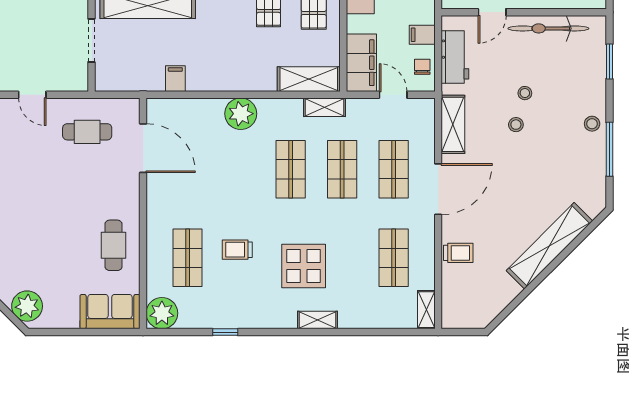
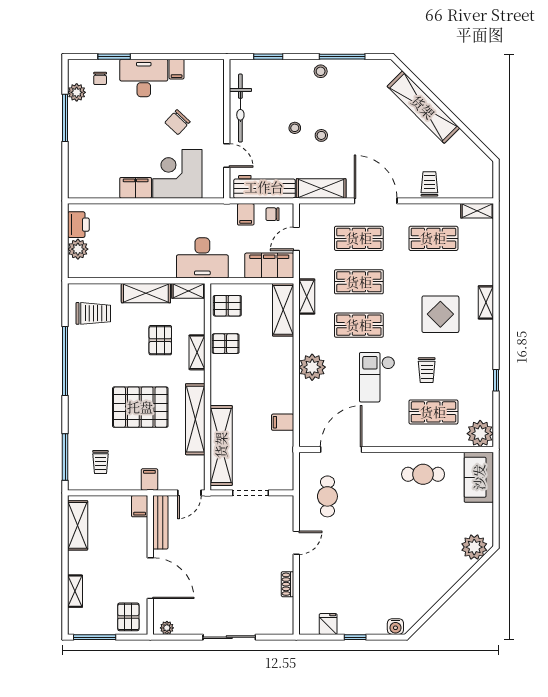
workbench: (455, 57) -> (264, 187), width x1.37
checkout: (229, 191) -> (377, 377), added

